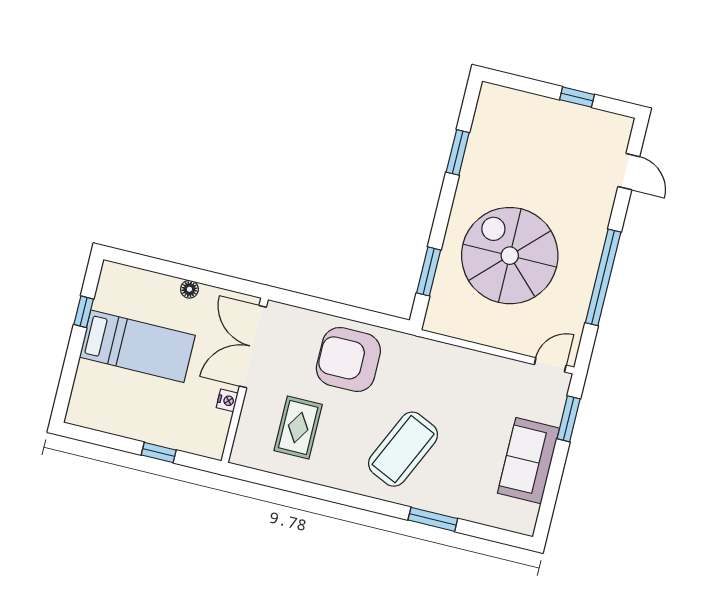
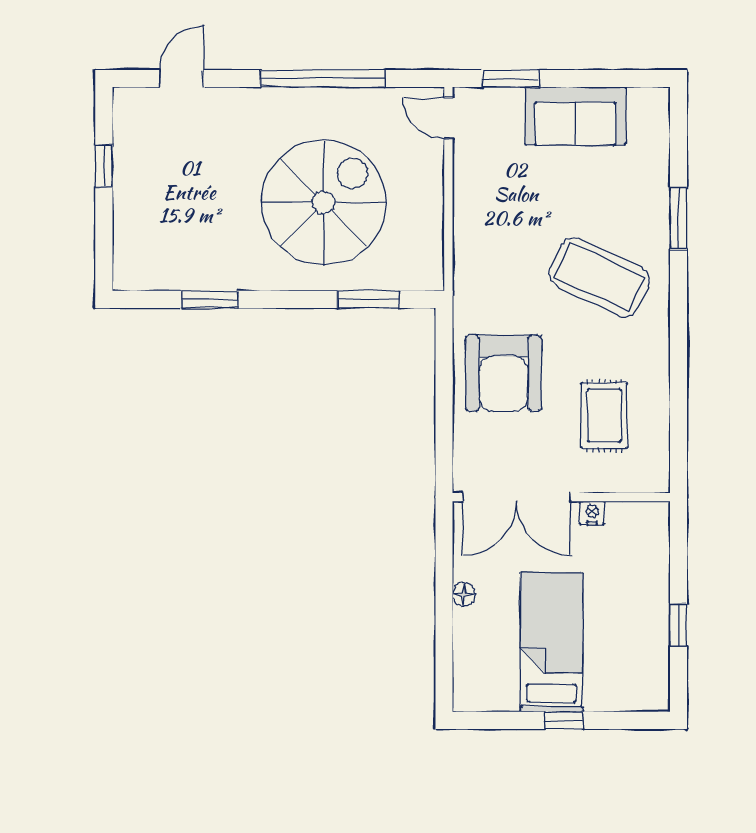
spiral stairs: (510, 256) -> (324, 202), turned 180
window: (84, 312) -> (564, 720), moved
rug: (298, 428) -> (604, 415), turned 90
window: (159, 453) -> (678, 625), moved

